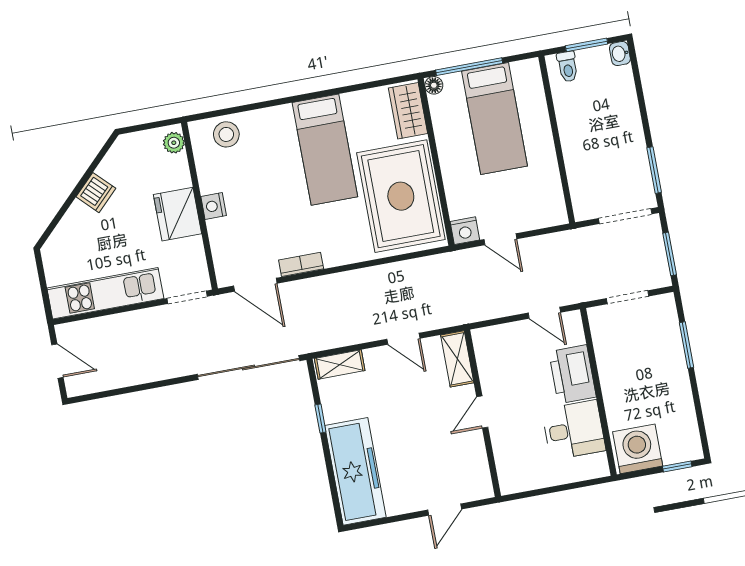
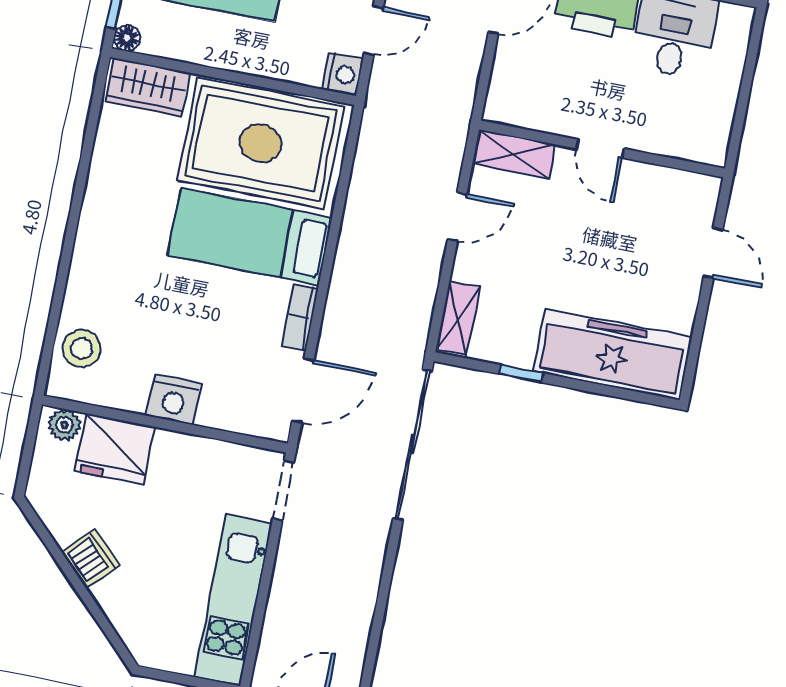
bed: (325, 150) -> (250, 237), moved, turned 180
nightstand: (214, 206) -> (174, 400), width x1.36, depth x1.33
fridge: (177, 214) -> (114, 449), moved

